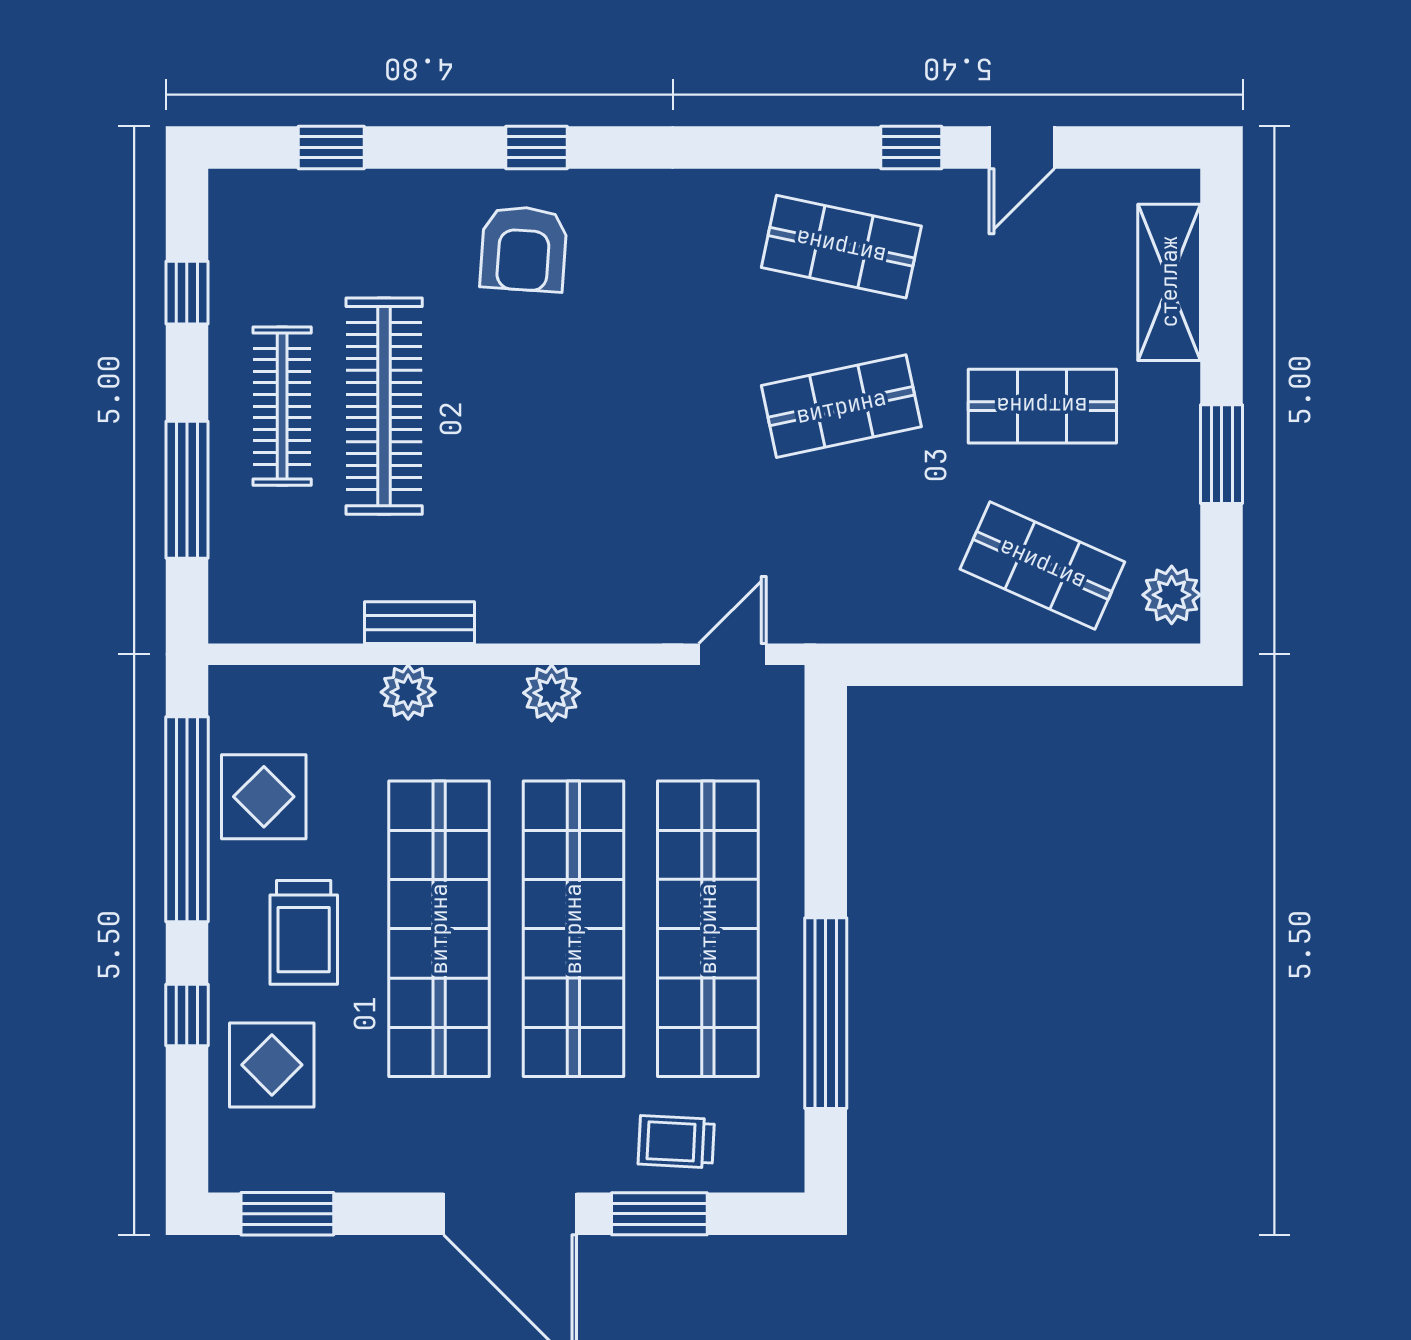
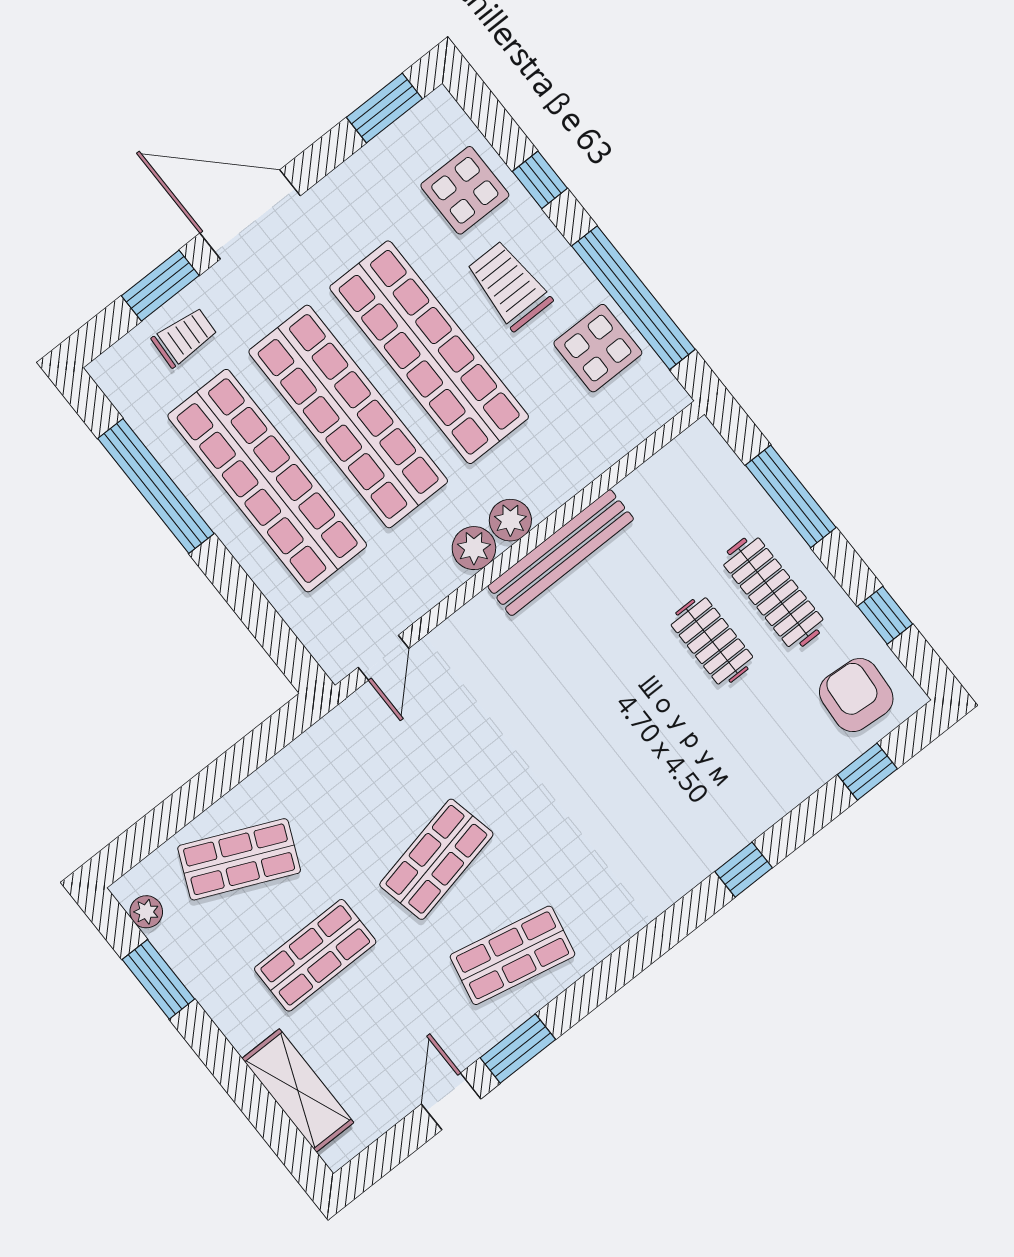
window: (911, 147) -> (518, 1049), width x1.50
armchair: (524, 249) -> (856, 695), moved
clothes rail: (384, 406) -> (712, 641), width x0.54, depth x0.76
window: (1222, 454) -> (158, 979), moved
plant: (1172, 595) -> (146, 912), width x0.73, depth x0.73
bench: (419, 623) -> (561, 553), width x1.86, depth x1.21
plant: (408, 692) -> (510, 520), moved

